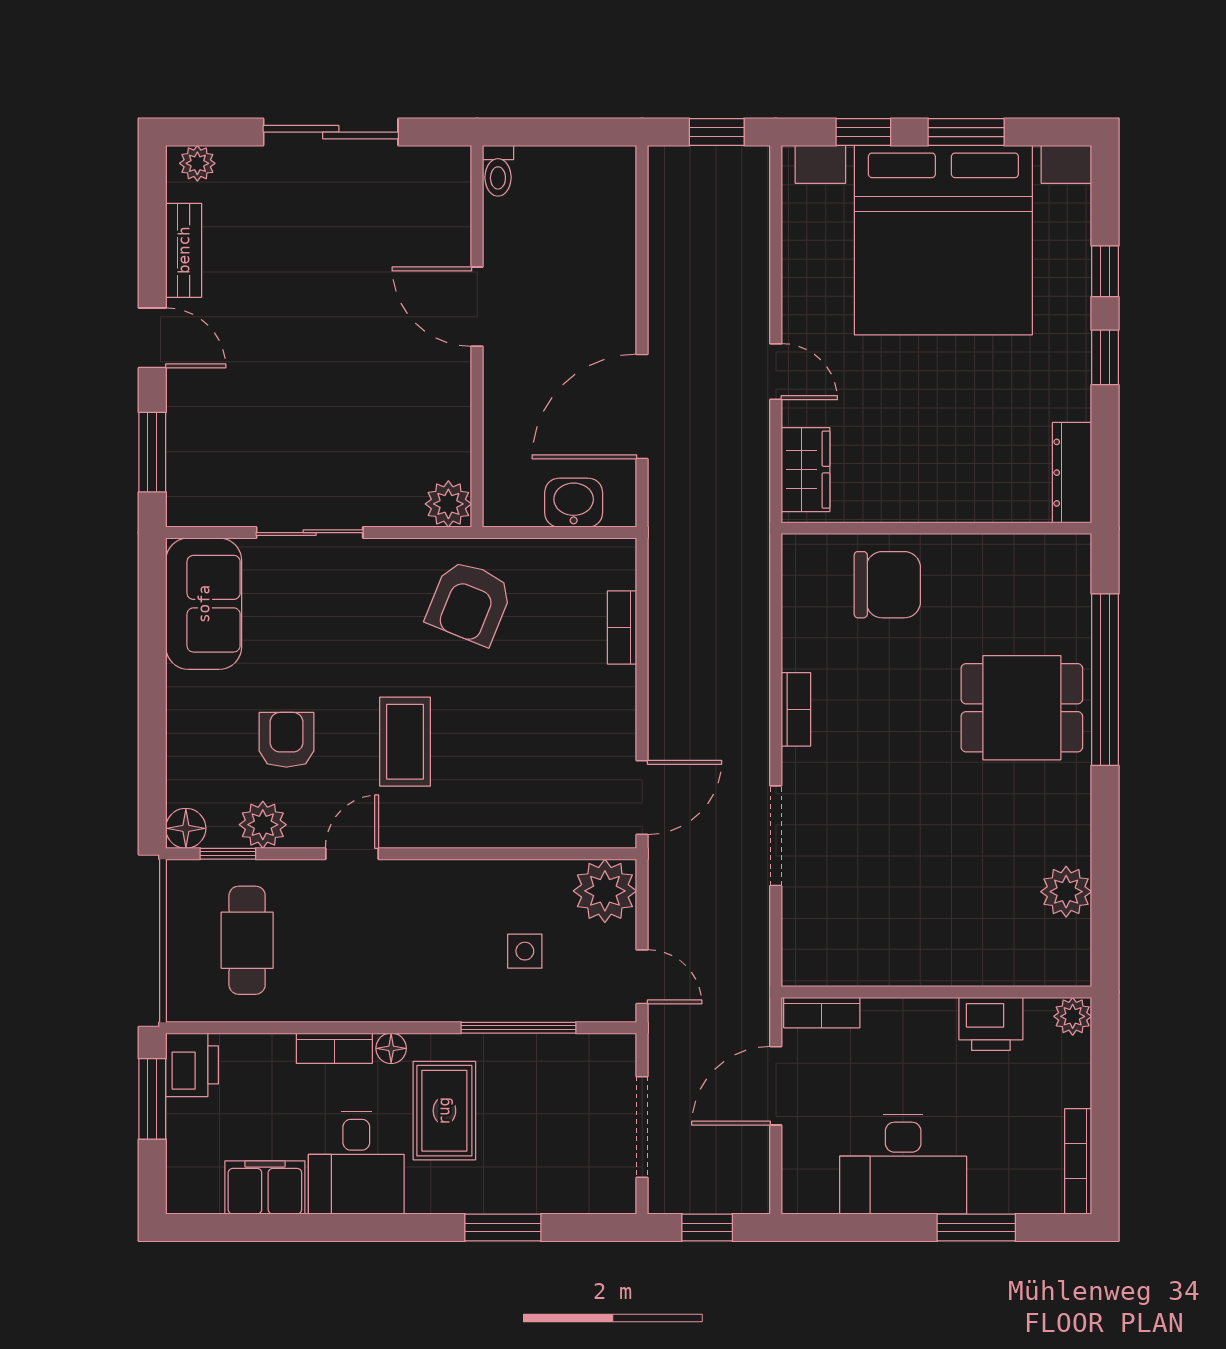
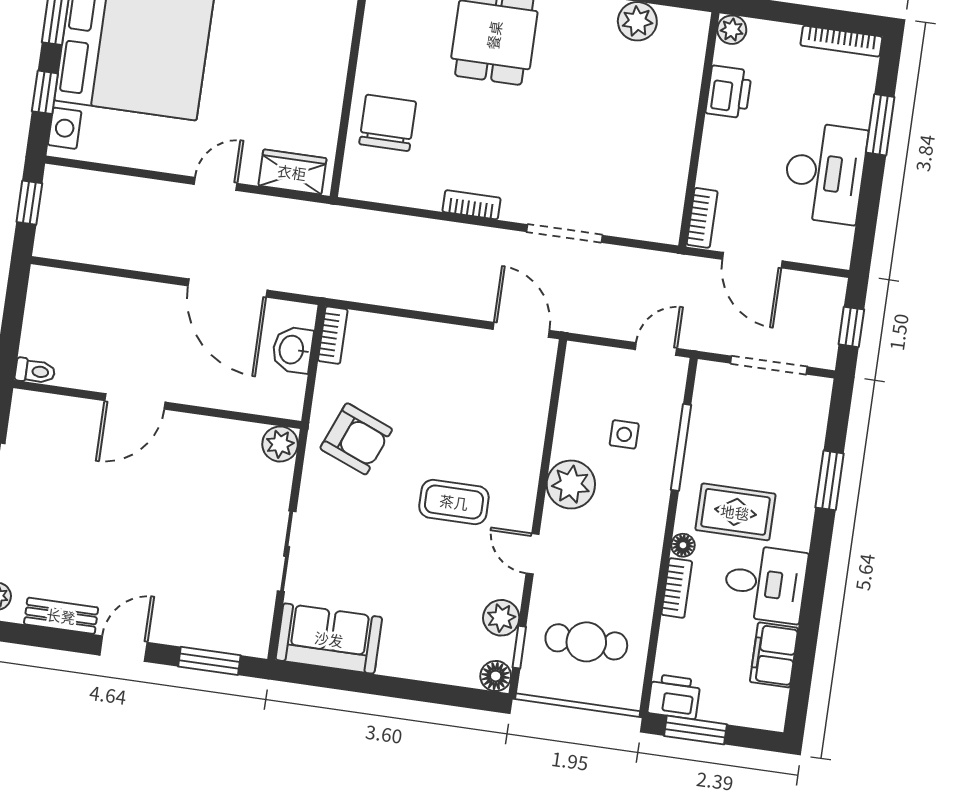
bookcase: (622, 628) -> (333, 335), moved, turned -90
armchair: (286, 740) -> (440, 591), removed
plant: (605, 891) -> (571, 485), moved

